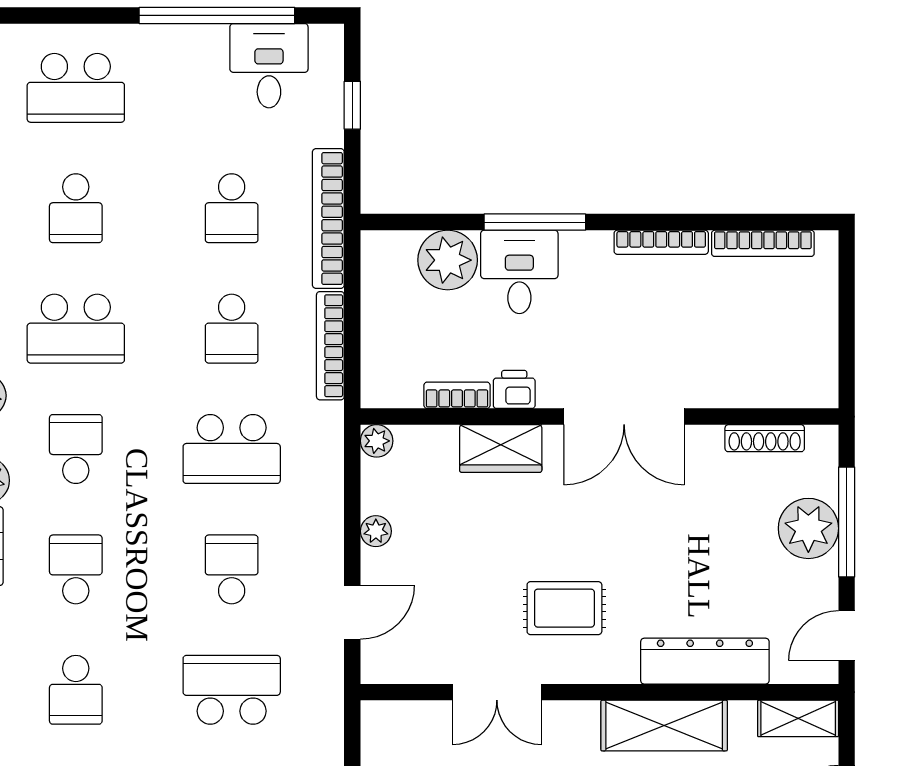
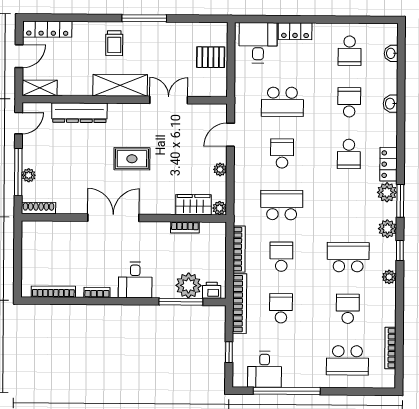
school desk: (76, 88) -> (347, 360), turned 180
window: (535, 222) -> (181, 302), moved
bookcase: (661, 242) -> (97, 292), width x0.64
desk: (519, 272) -> (135, 280), moved
printer: (514, 389) -> (212, 290), moved, turned 180
shoe rack: (765, 438) -> (38, 208), moved
school desk: (76, 449) -> (348, 206), removed
wardrobe: (501, 449) -> (194, 205), moved
plant: (808, 528) -> (29, 175), width x0.53, depth x0.53
school desk: (232, 569) -> (282, 153), turned 180
rug: (564, 608) -> (132, 159), moved
shelving: (664, 726) -> (120, 85), moved

